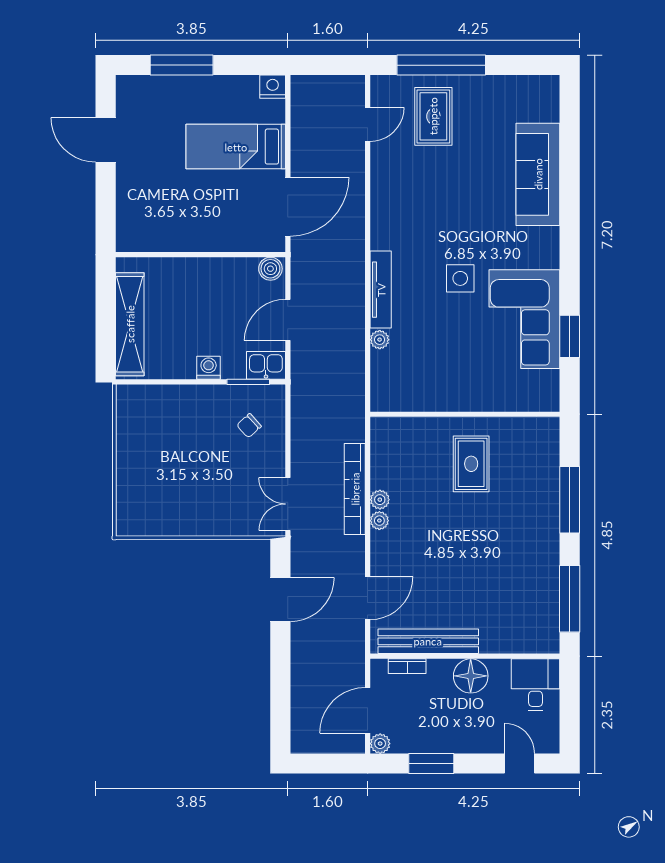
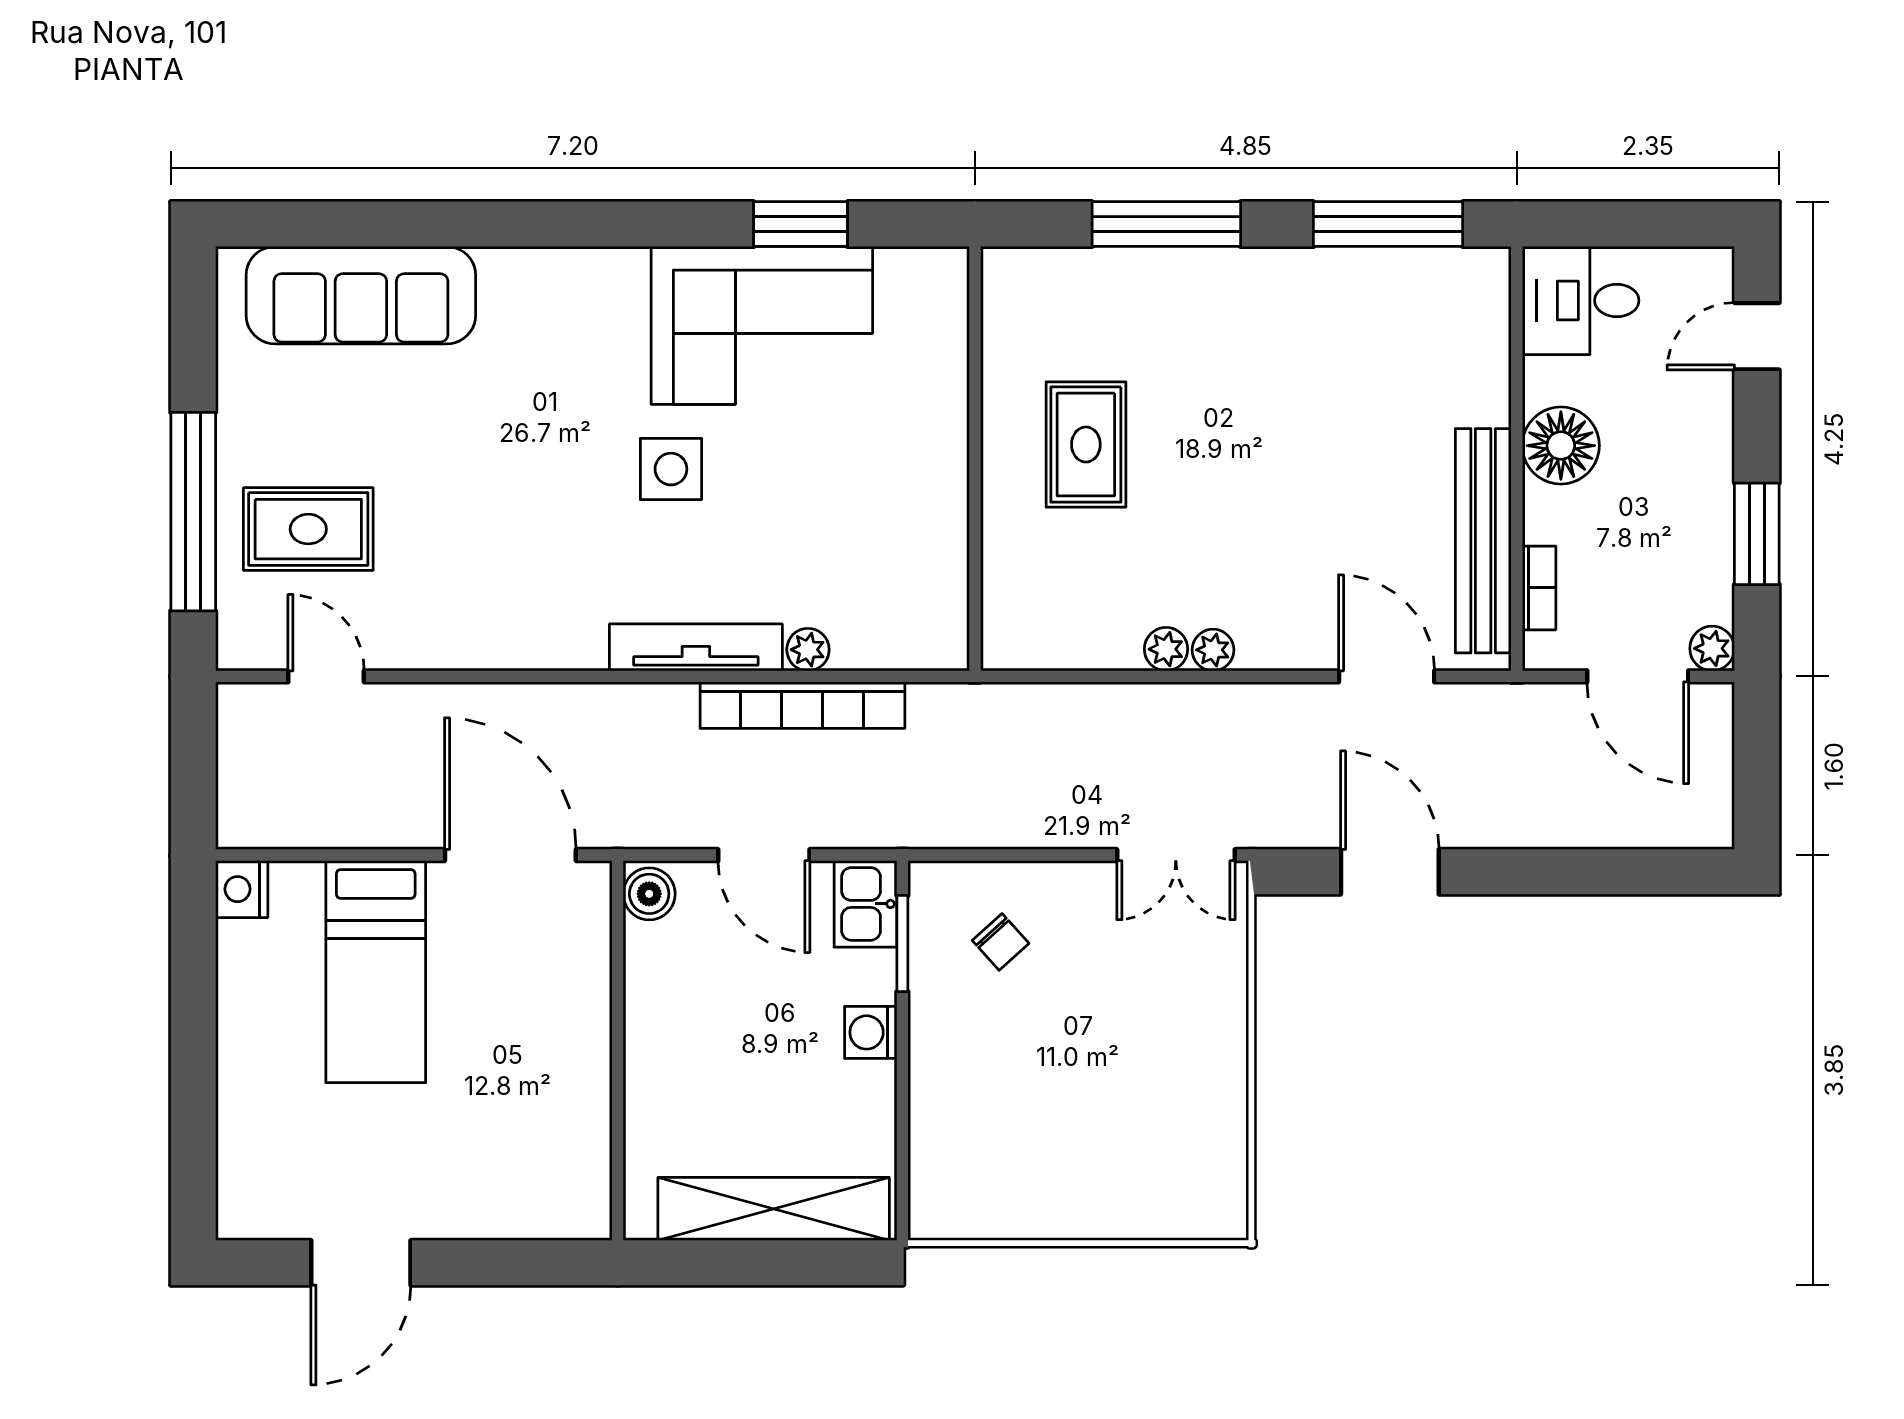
window: (182, 65) -> (193, 1093), removed
sofa: (538, 174) -> (361, 295), moved
rug: (471, 464) -> (1086, 445), turned 90
bookcase: (355, 489) -> (802, 705), moved

